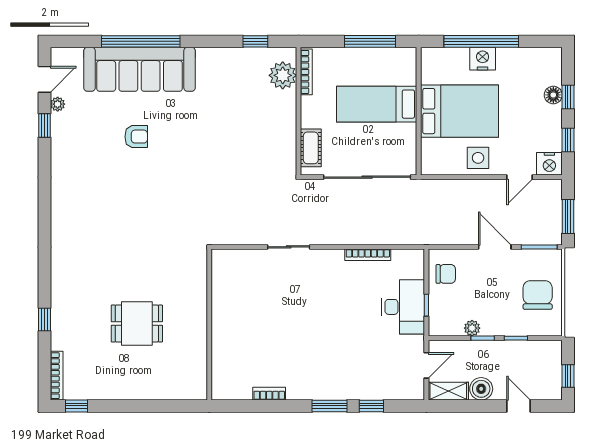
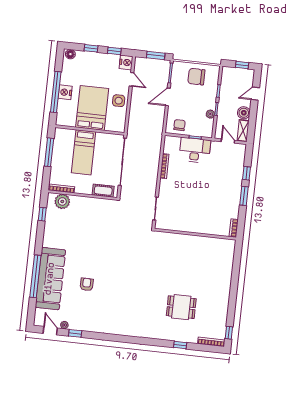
floor lamp: (553, 95) -> (70, 54), moved
dining table: (137, 324) -> (181, 307), moved, turned 90
wall: (209, 325) -> (195, 234), moved

